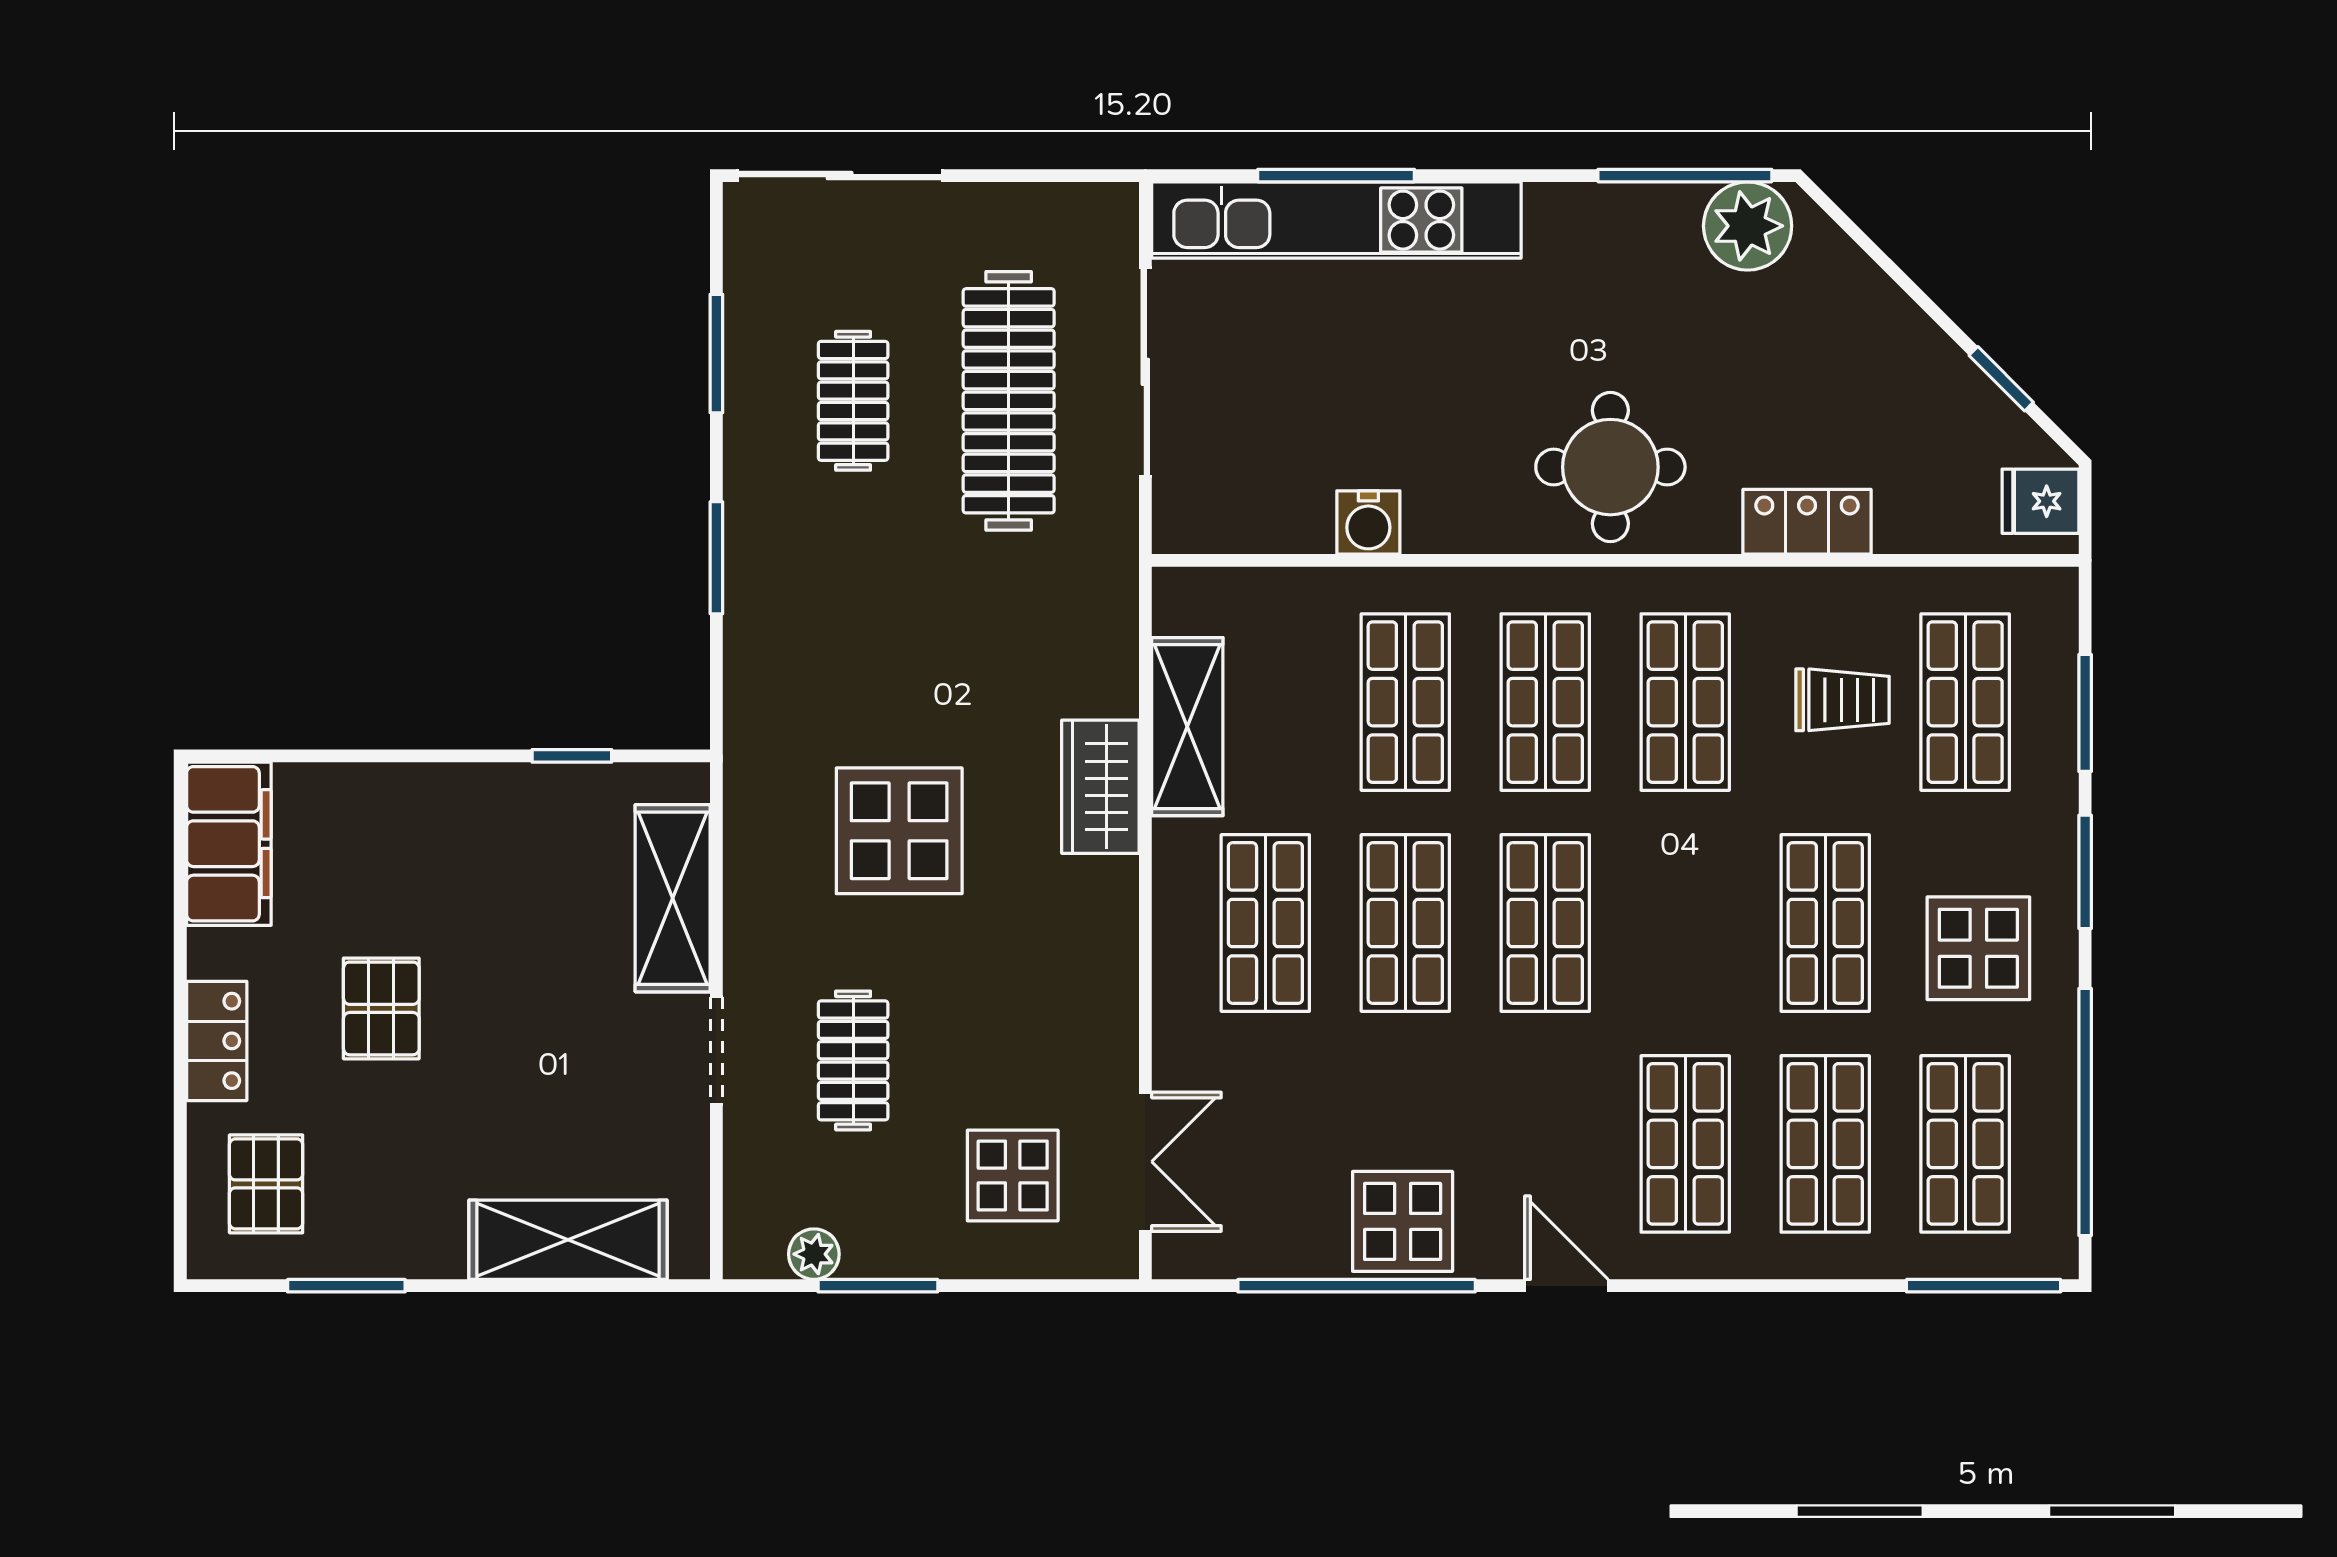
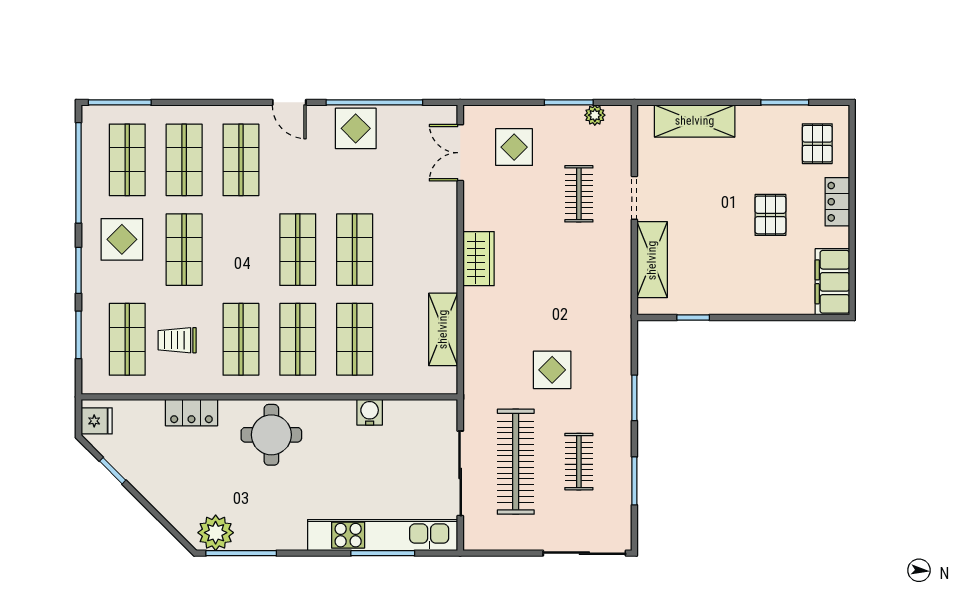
wardrobe: (1100, 787) -> (478, 259), moved
display table: (899, 831) -> (552, 370), moved, width x0.73, depth x0.73
shop shelf: (1265, 923) -> (411, 250), removed

